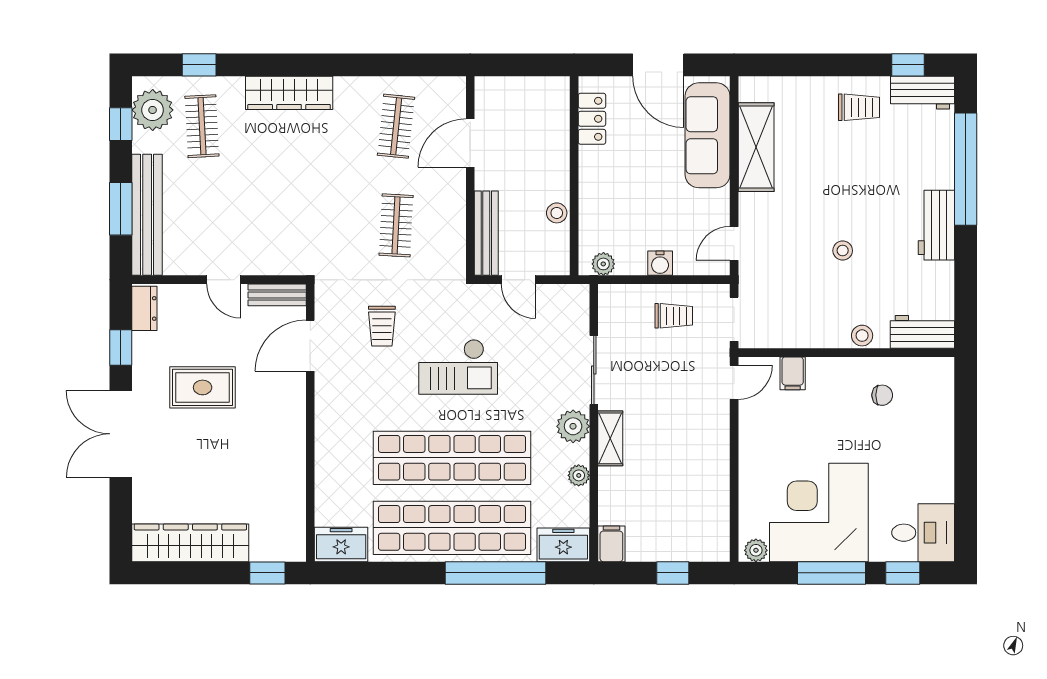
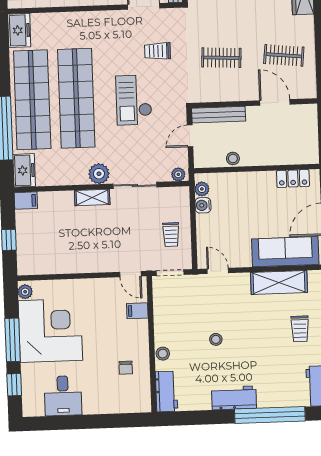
trolley: (859, 107) -> (300, 329), moved
water cooler: (660, 263) -> (203, 205), moved
plant: (579, 475) -> (178, 174), moved
desk: (923, 533) -> (63, 396), moved

